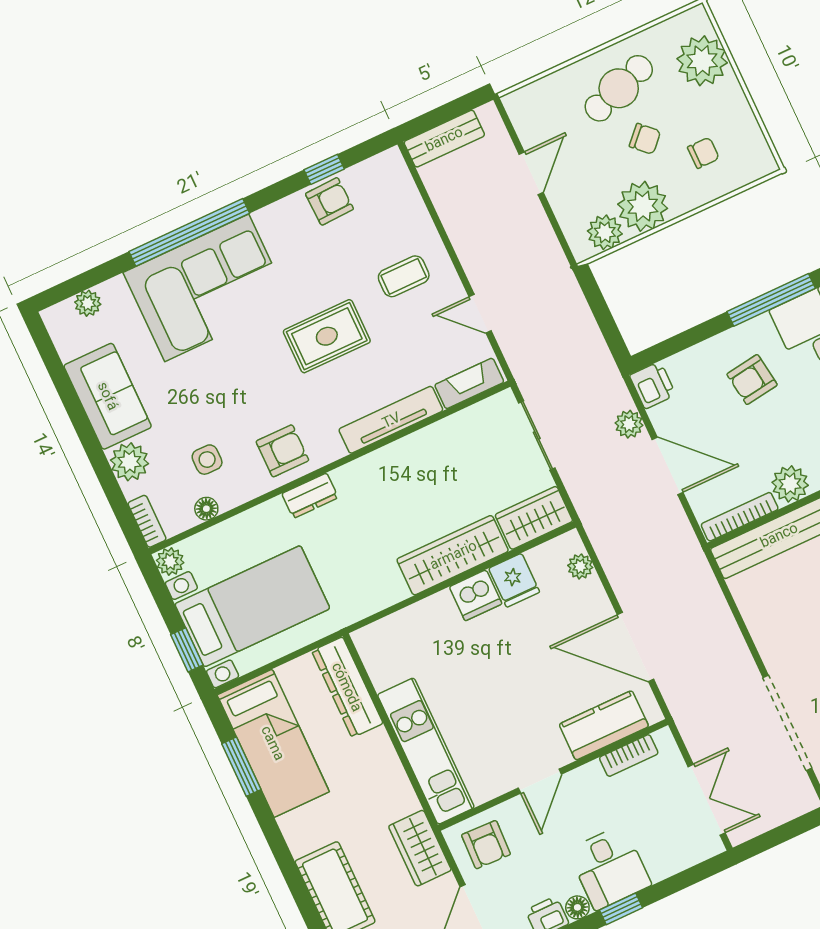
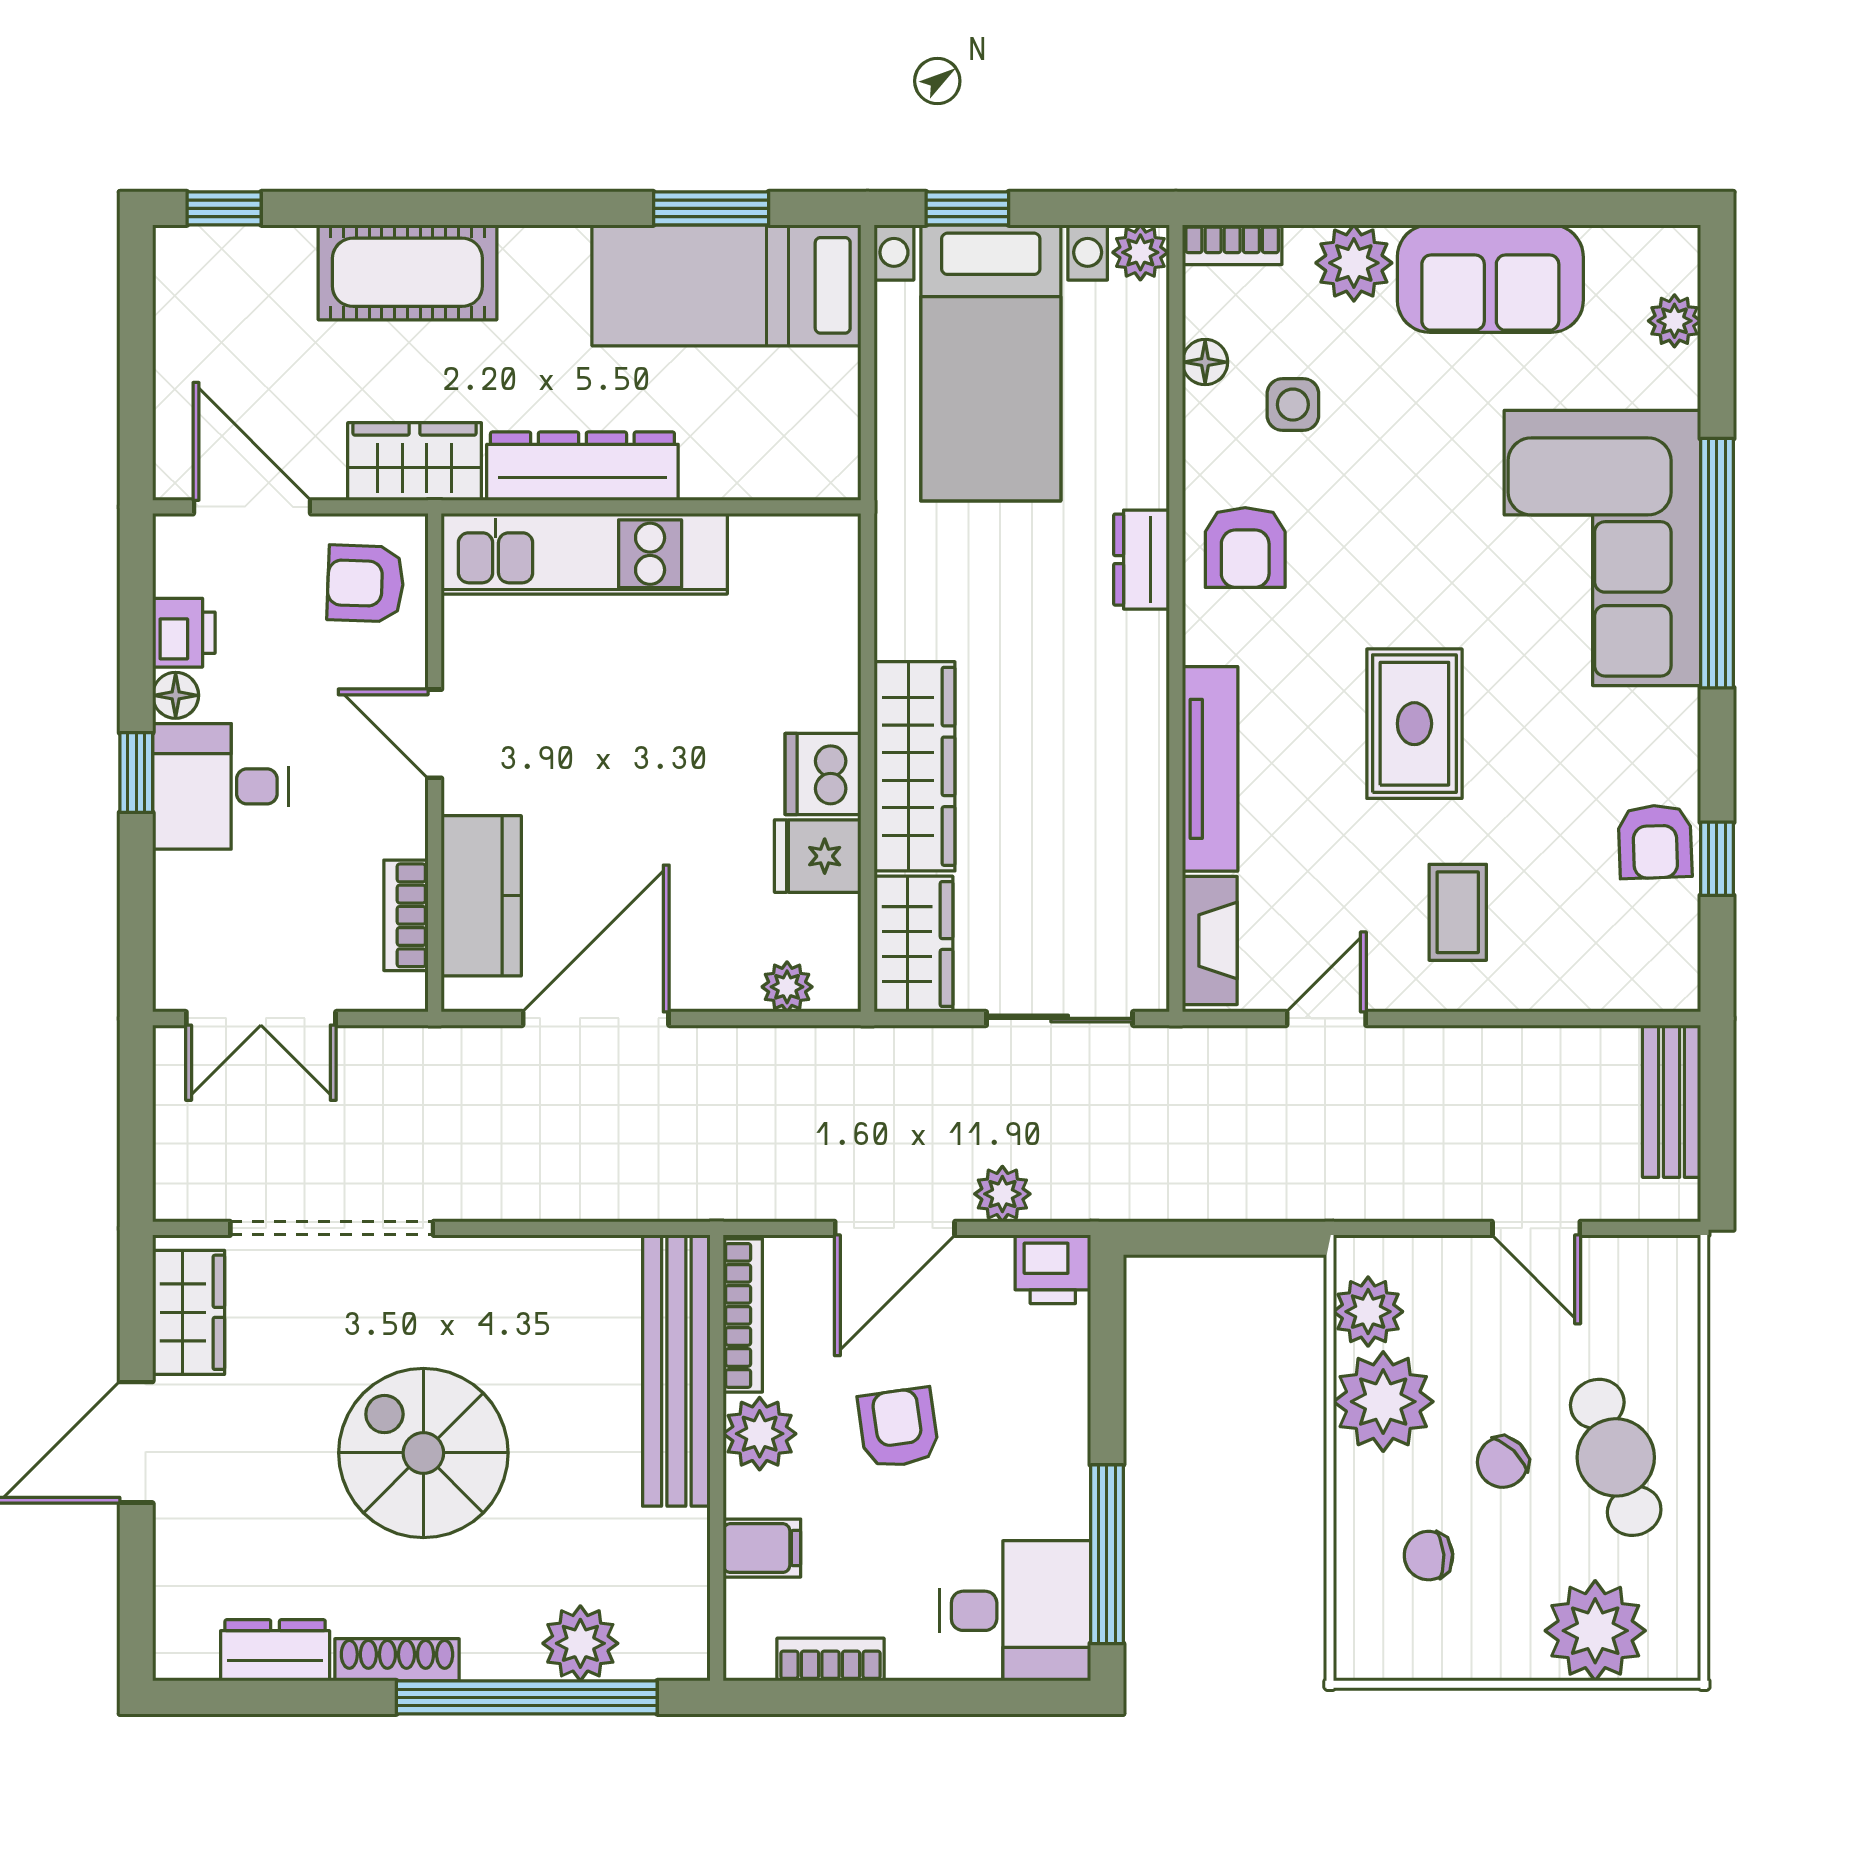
chair: (703, 153) -> (1429, 1556), turned 86
armchair: (752, 380) -> (898, 1428), moved
dresser: (347, 687) -> (582, 466), moved

